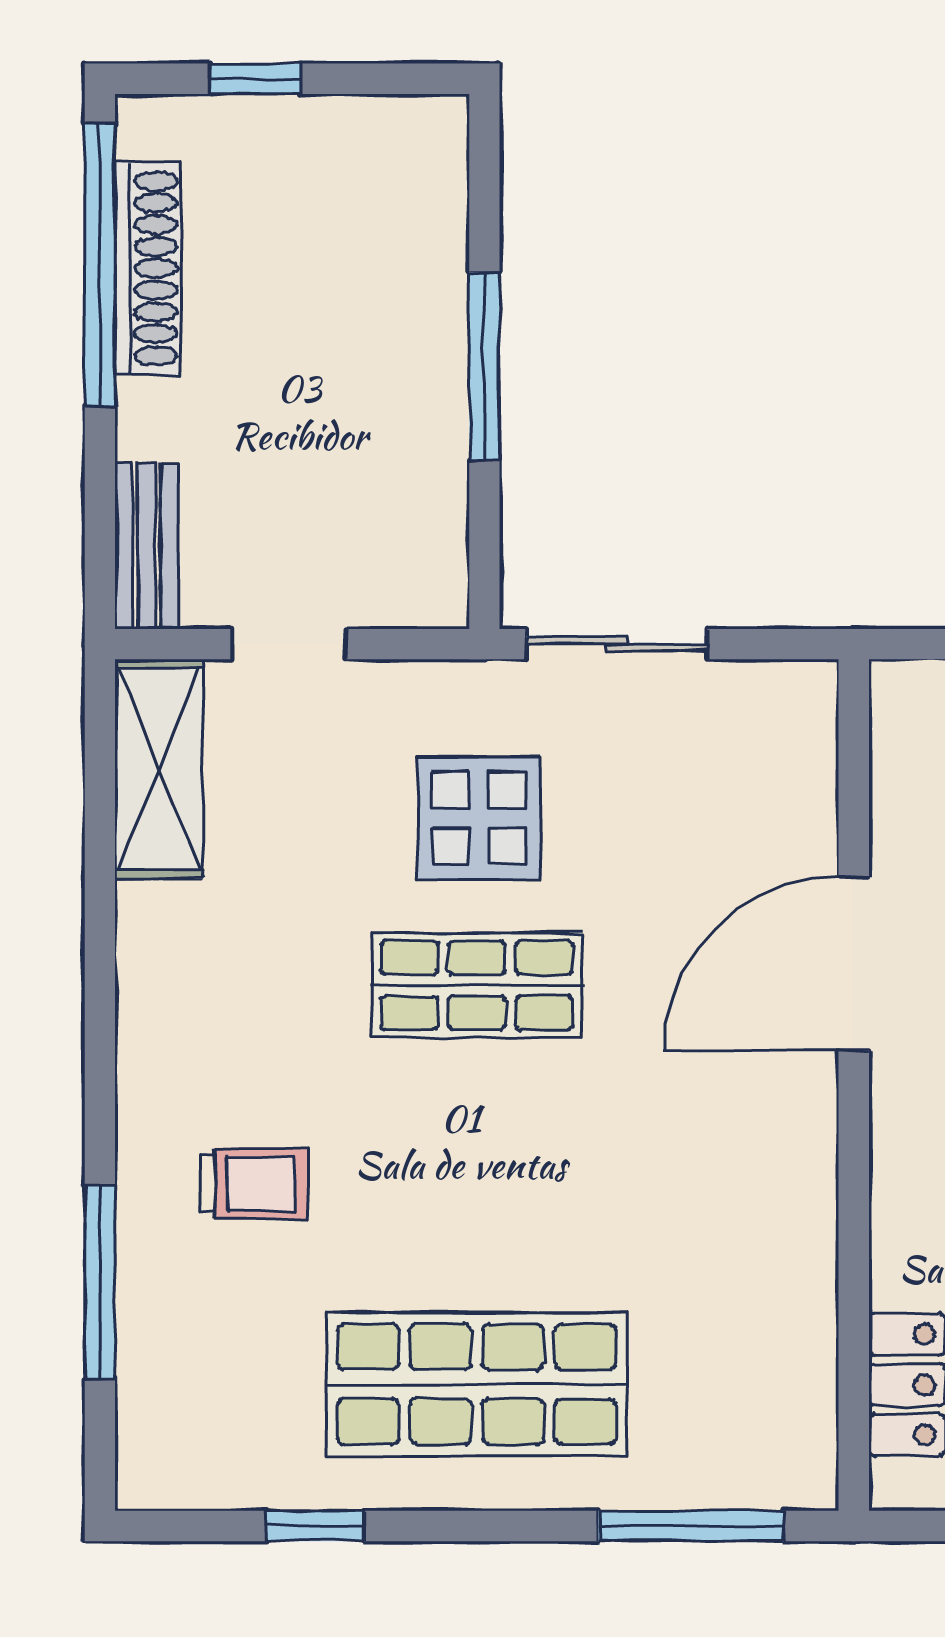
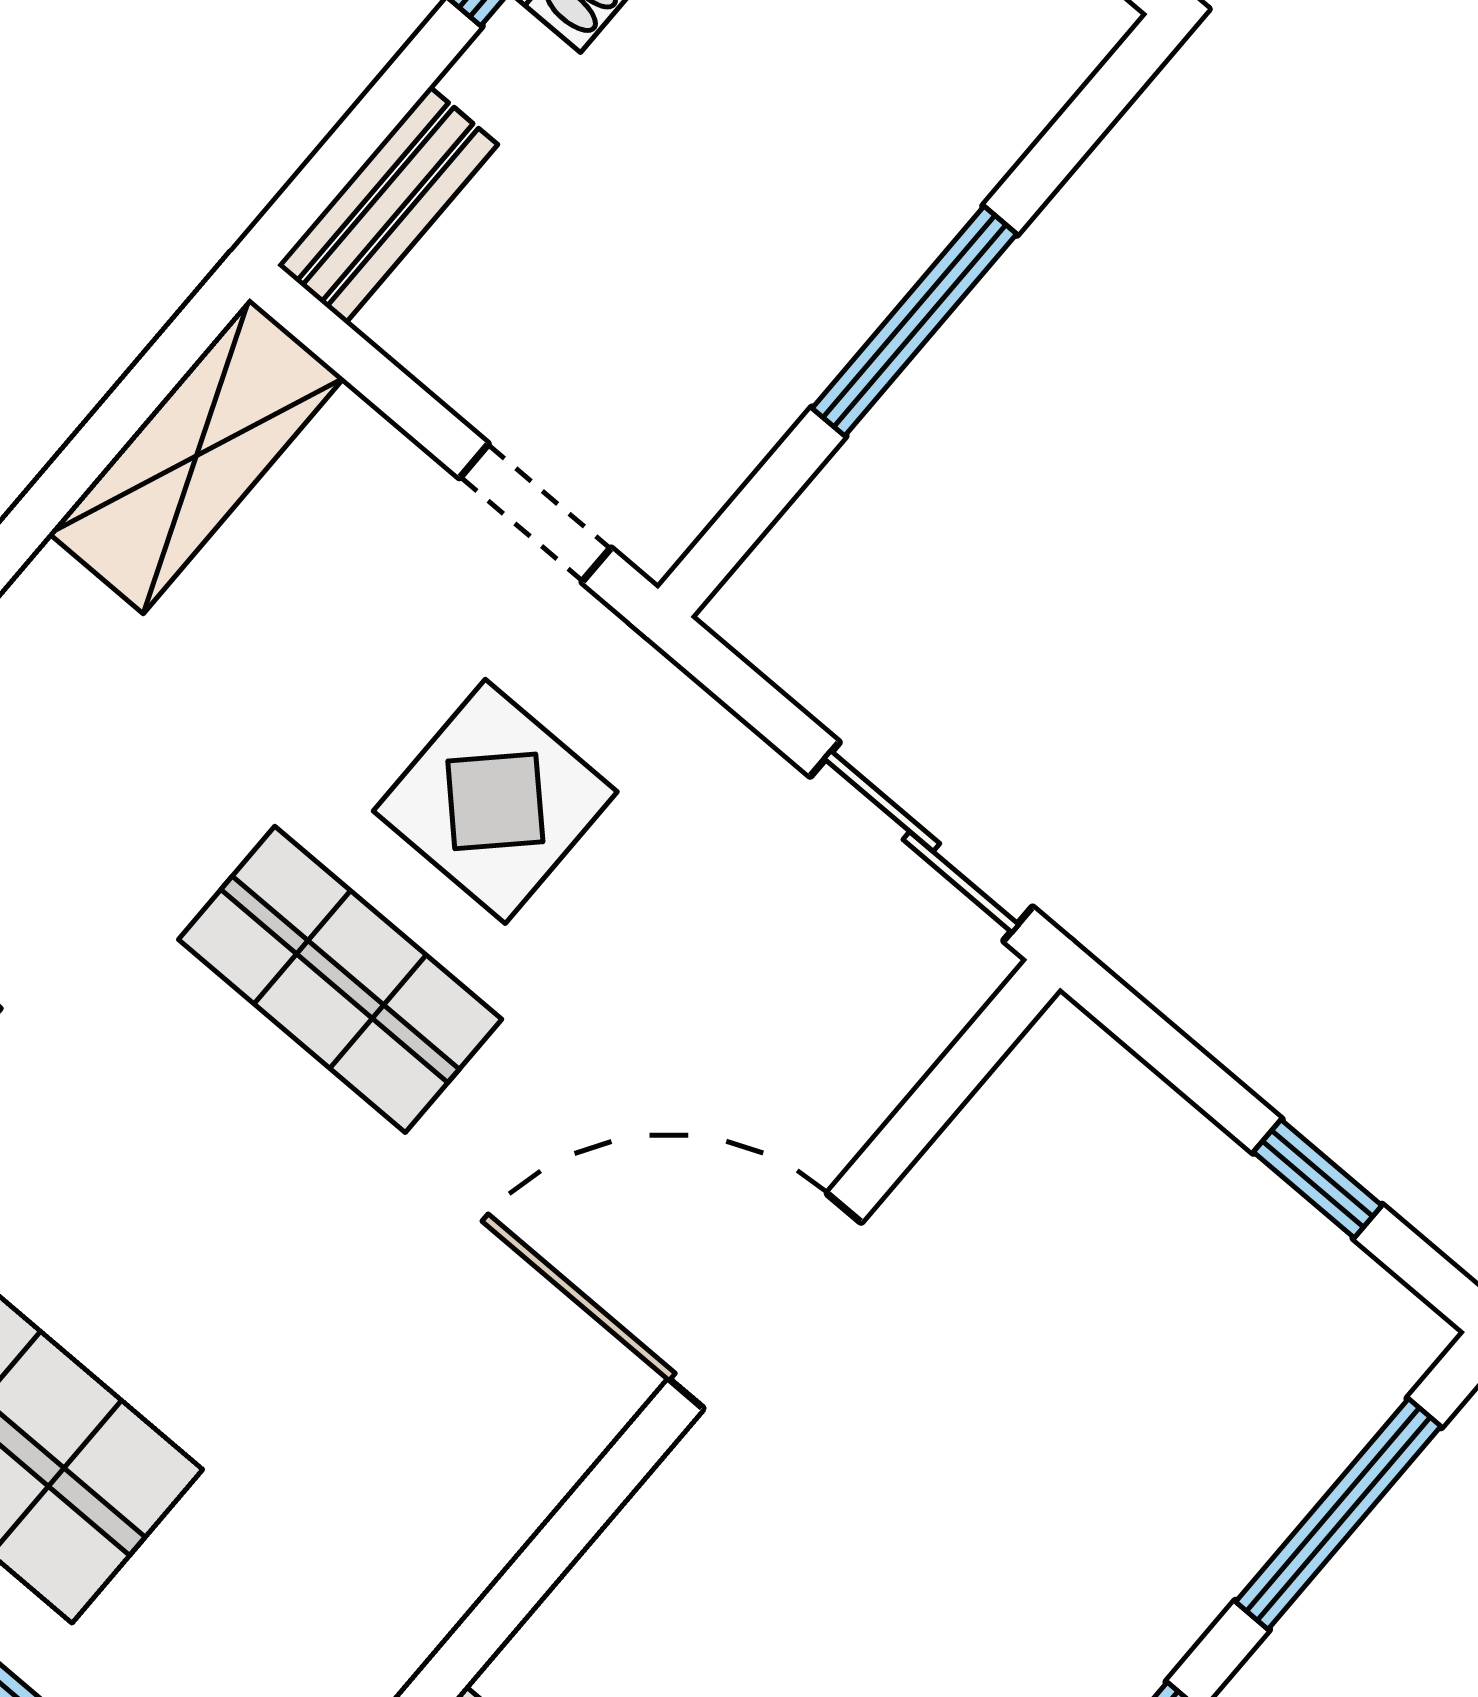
doorway: (288, 644) -> (535, 513), moved
sliding door: (617, 644) -> (921, 842), moved

